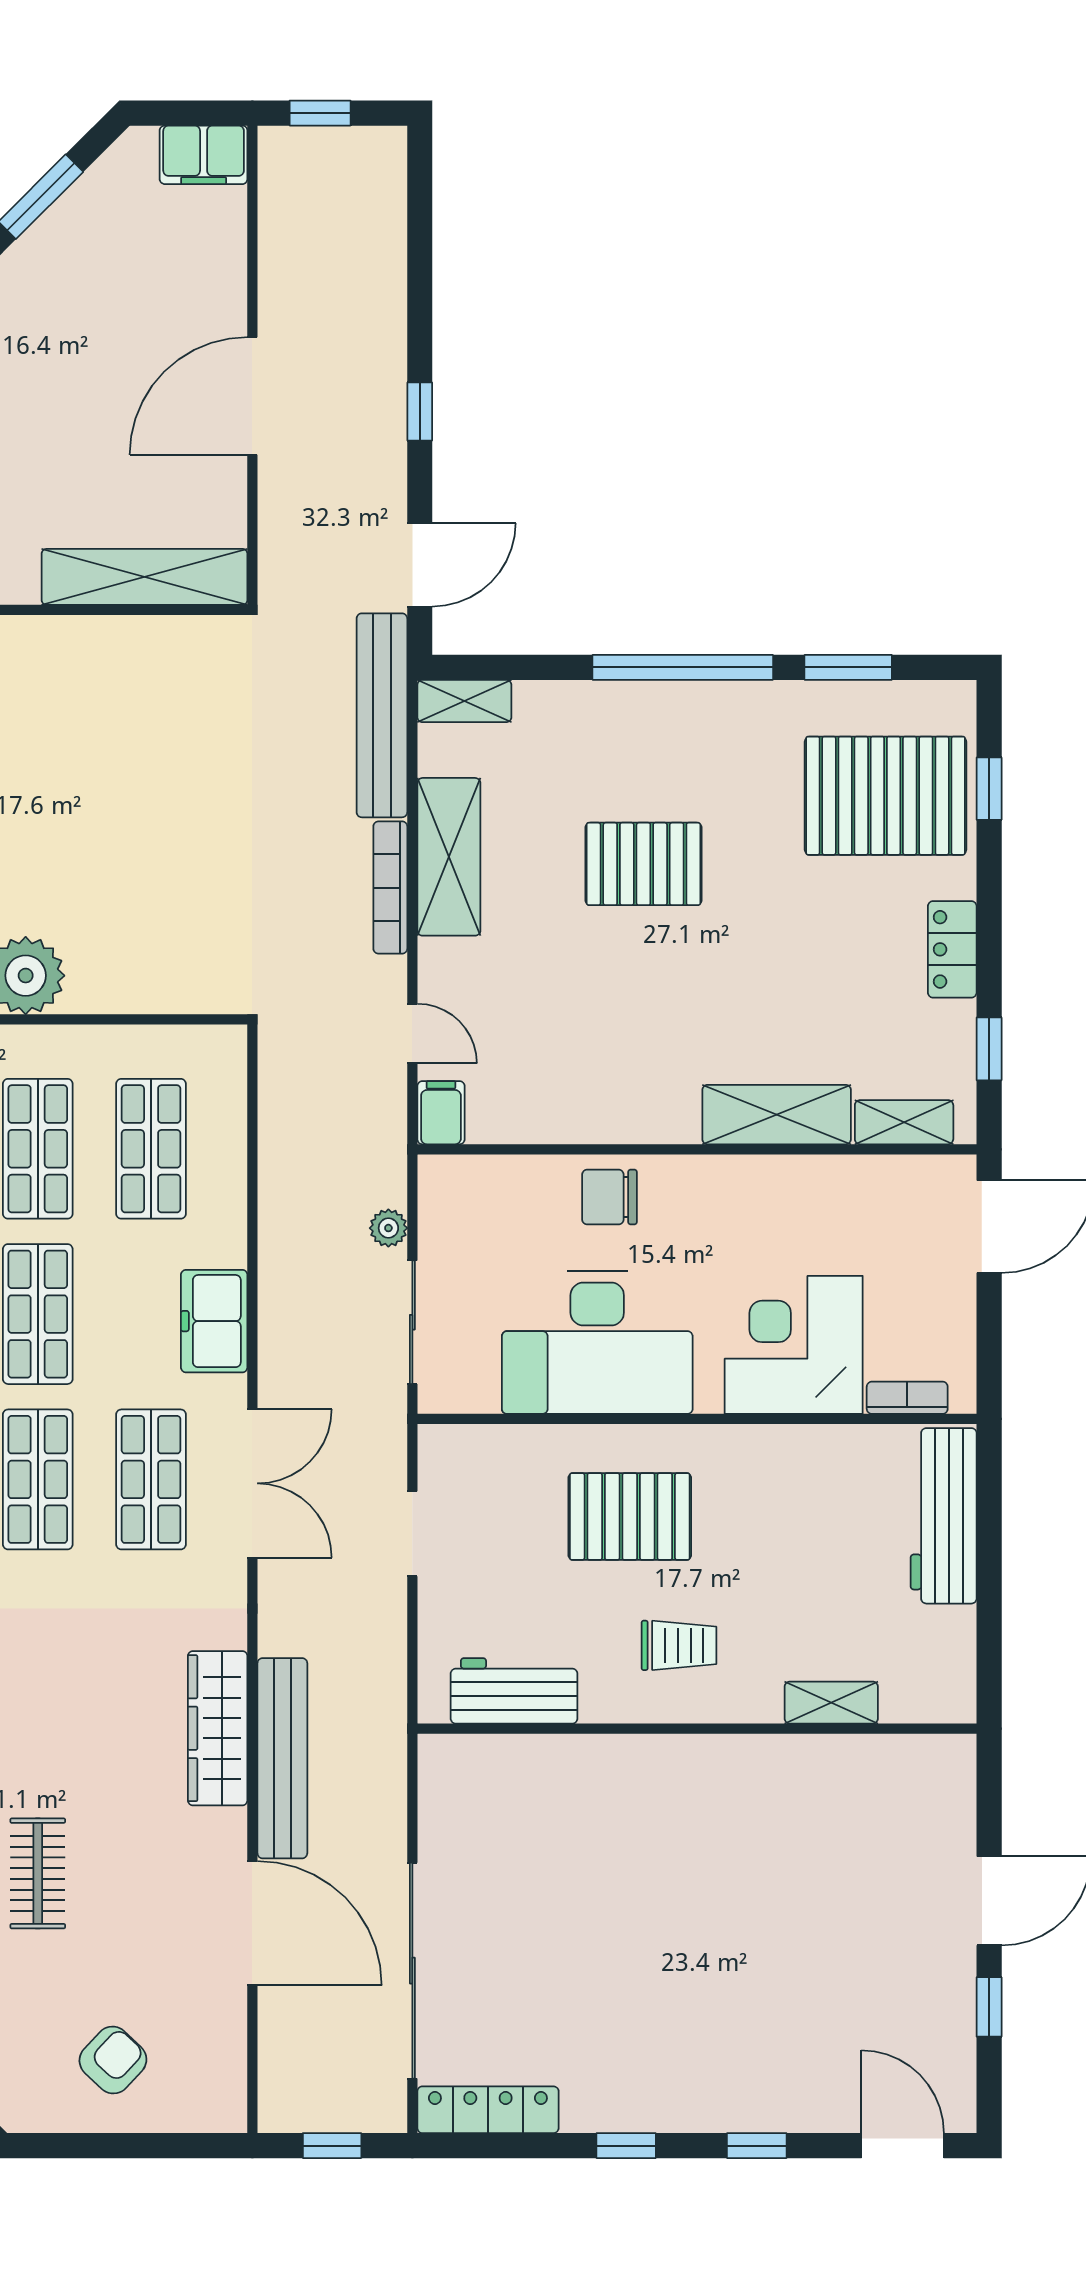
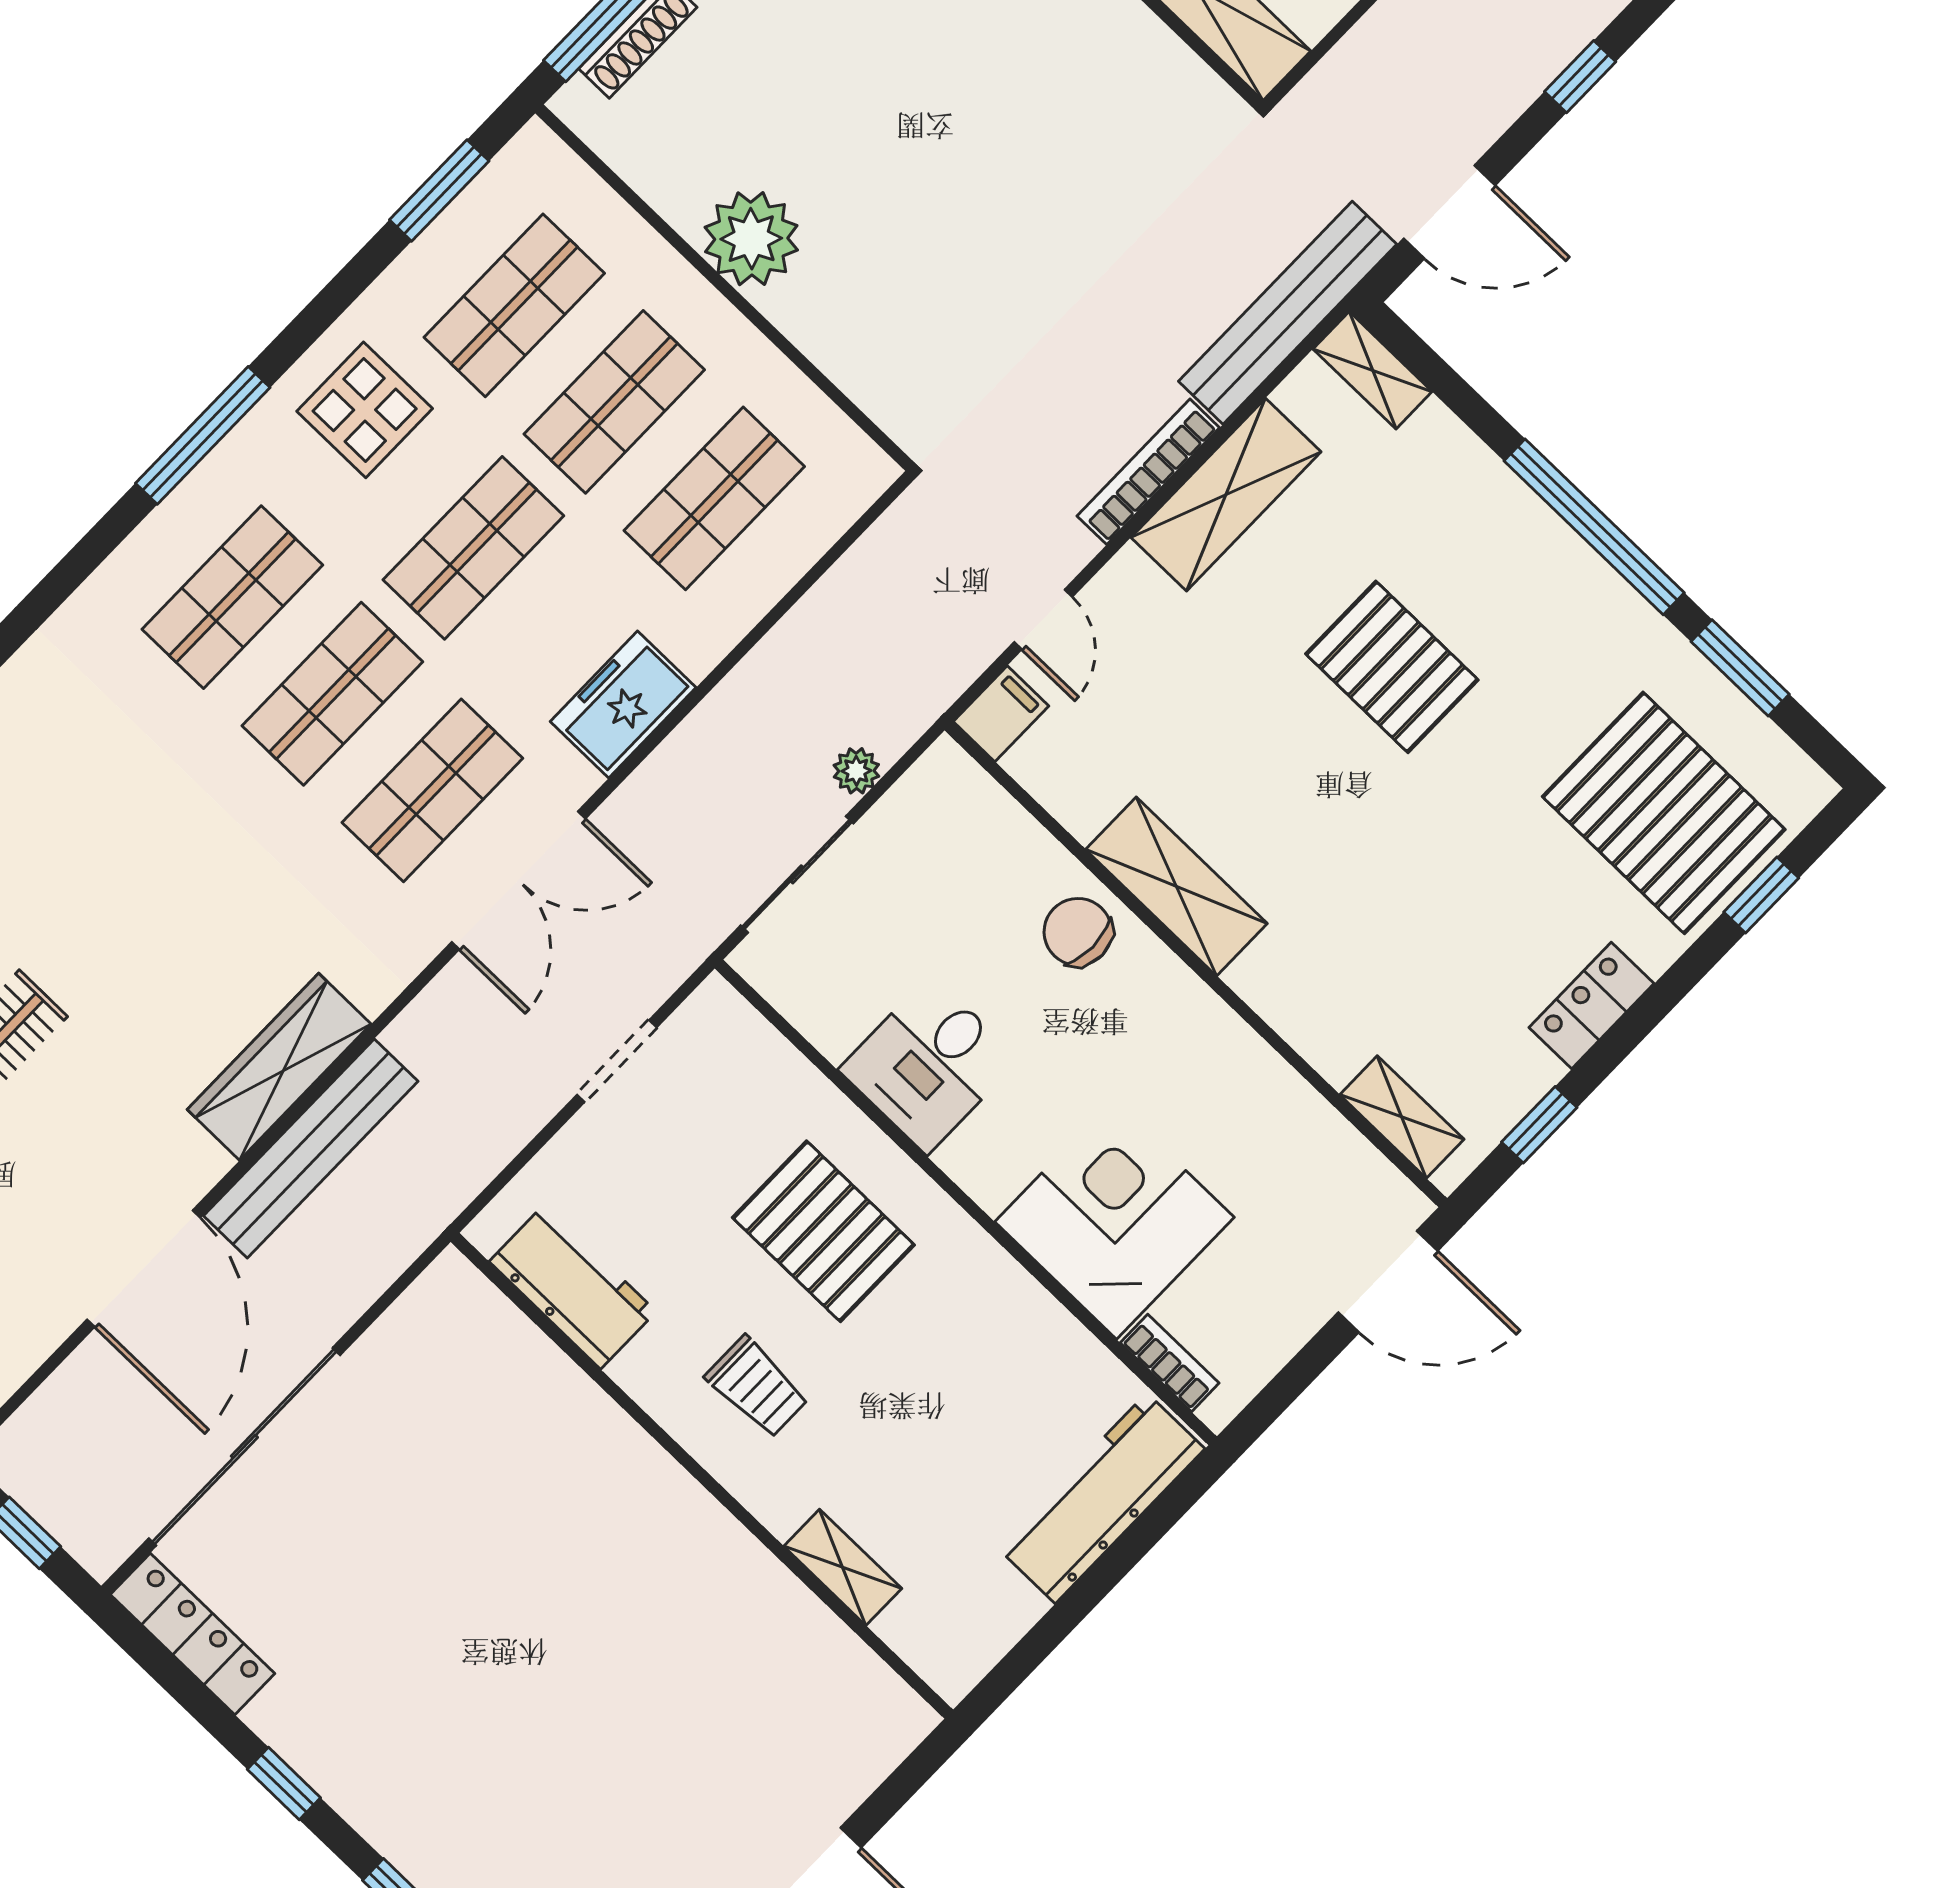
shelving: (777, 1115) -> (1176, 886), moved
desk: (597, 1343) -> (929, 1064), width x0.53, depth x0.77

